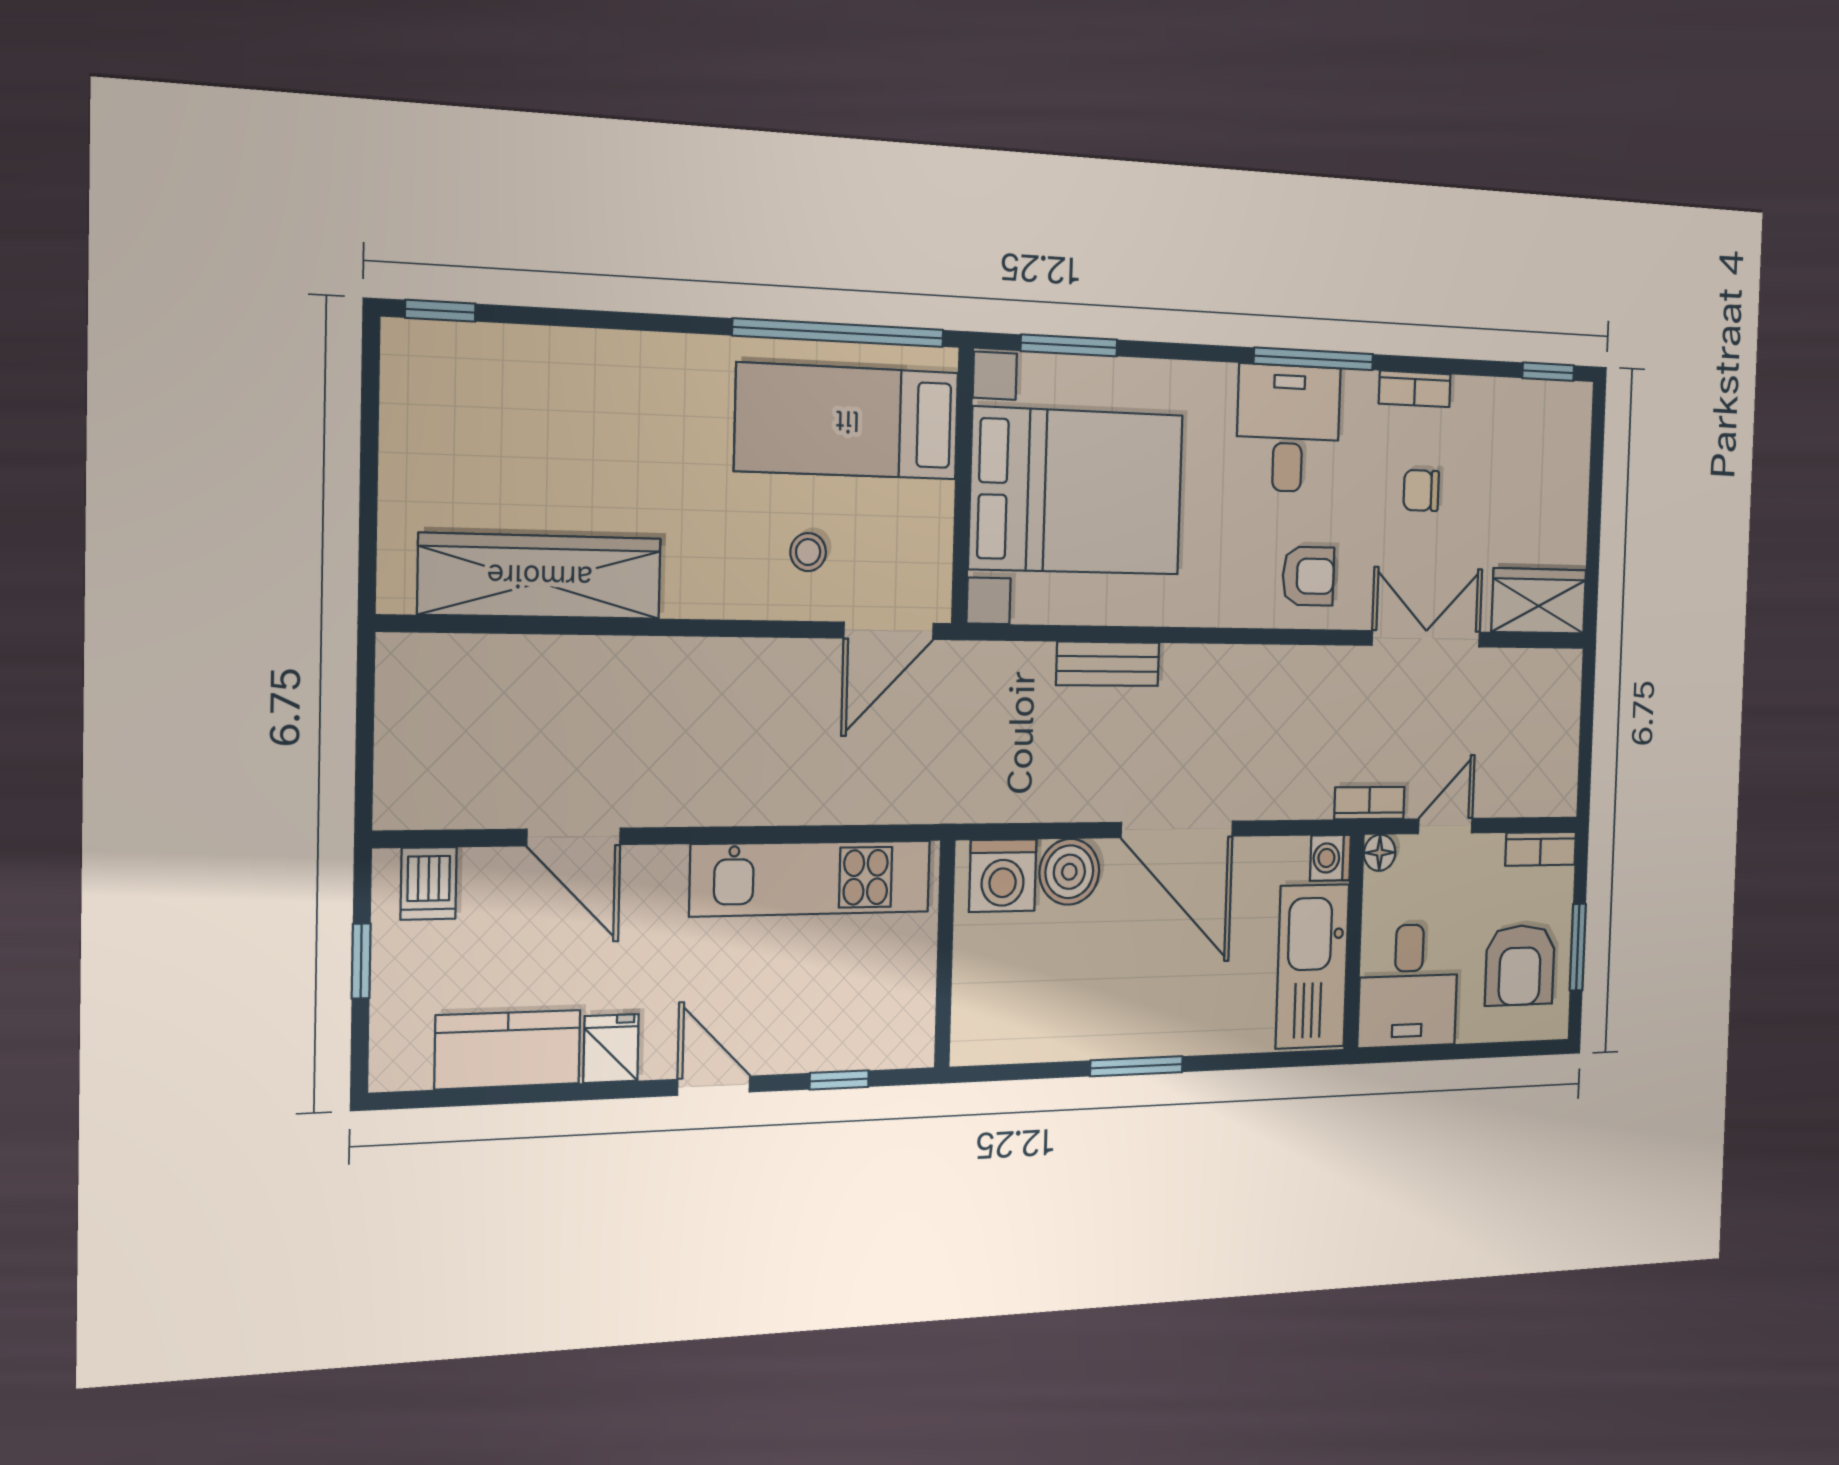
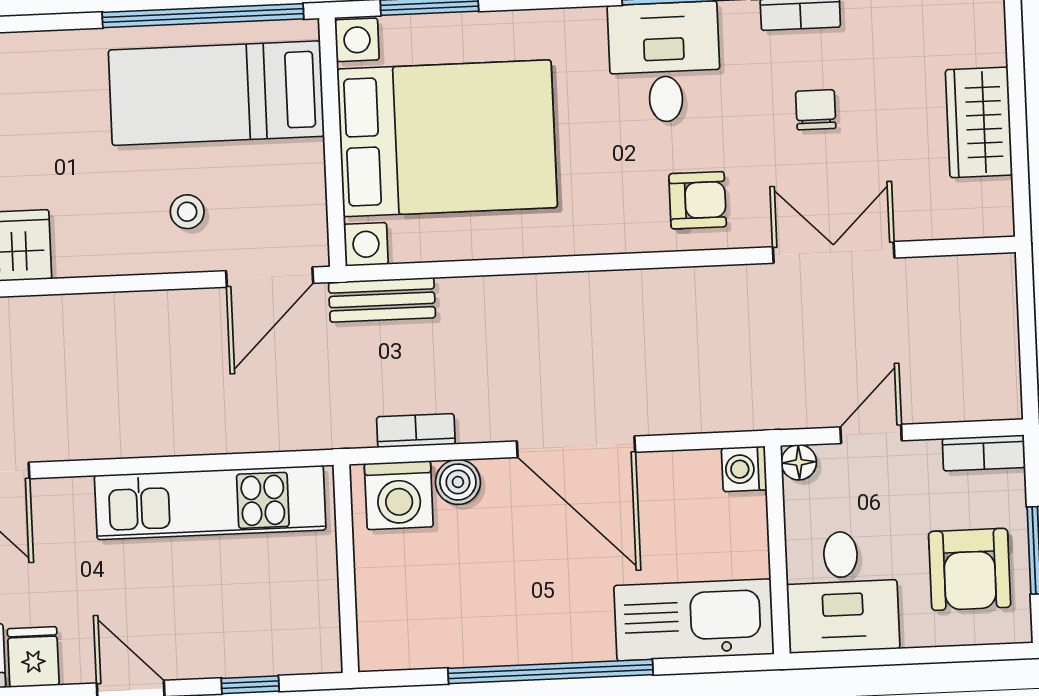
chair: (1421, 490) -> (816, 110), turned 90
wardrobe: (1539, 601) -> (979, 122), moved, turned -90
bench: (1108, 664) -> (382, 300), moved
bookcase: (1369, 803) -> (416, 431), moved
boiler: (1069, 872) -> (458, 482), width x0.73, depth x0.73
kitchen sink: (1312, 966) -> (694, 620), moved, turned 90
window: (1137, 1066) -> (551, 672), width x2.11

